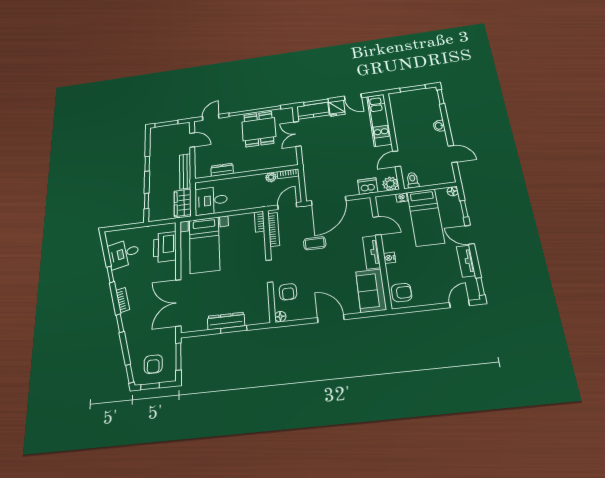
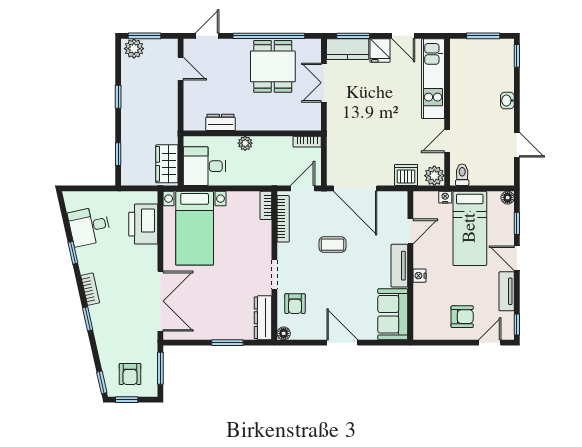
plant: (159, 132) -> (134, 49), added
bench: (185, 171) -> (170, 117), removed
plant: (271, 177) -> (245, 143), moved
door: (329, 201) -> (355, 188), hinge flipped
door: (377, 226) -> (410, 231), hinge flipped
armchair: (402, 293) -> (462, 317), moved
double door: (178, 303) -> (160, 301), swing flipped
dresser: (226, 321) -> (263, 318), moved, turned -90

